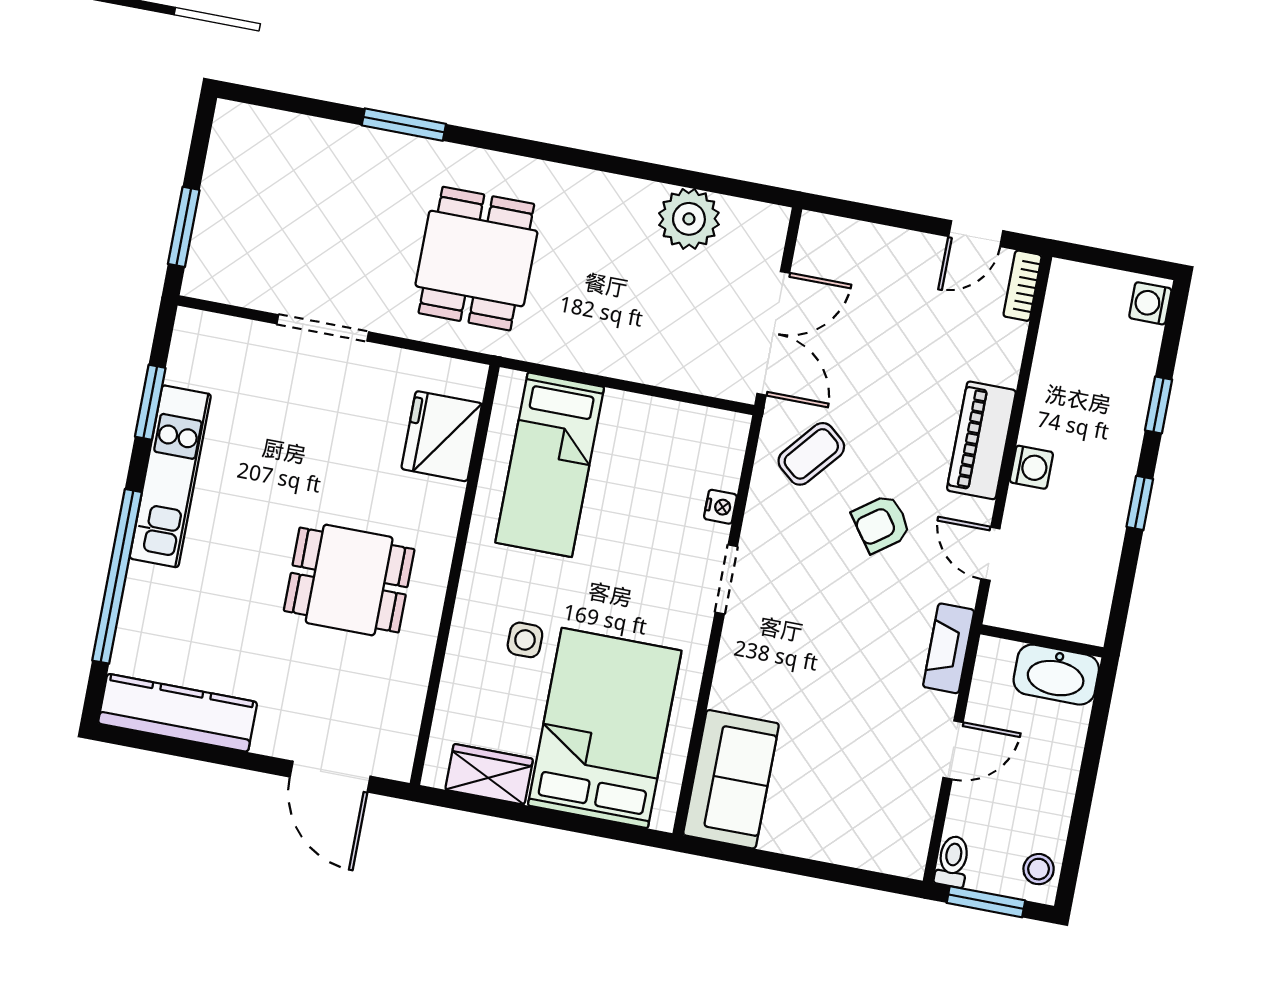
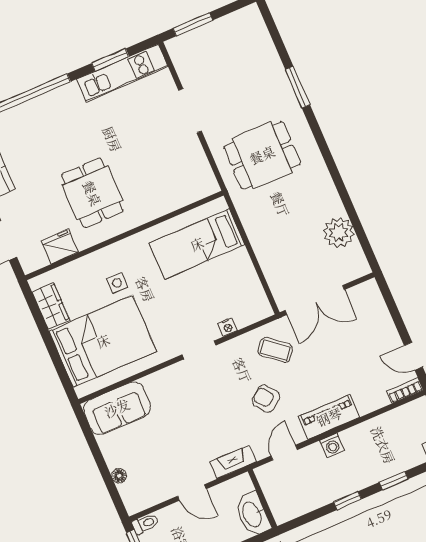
fridge: (442, 436) -> (60, 247), moved, width x0.73, depth x0.75
kitchen unit: (170, 476) -> (122, 73), moved
floor lamp: (844, 851) -> (119, 476), added

